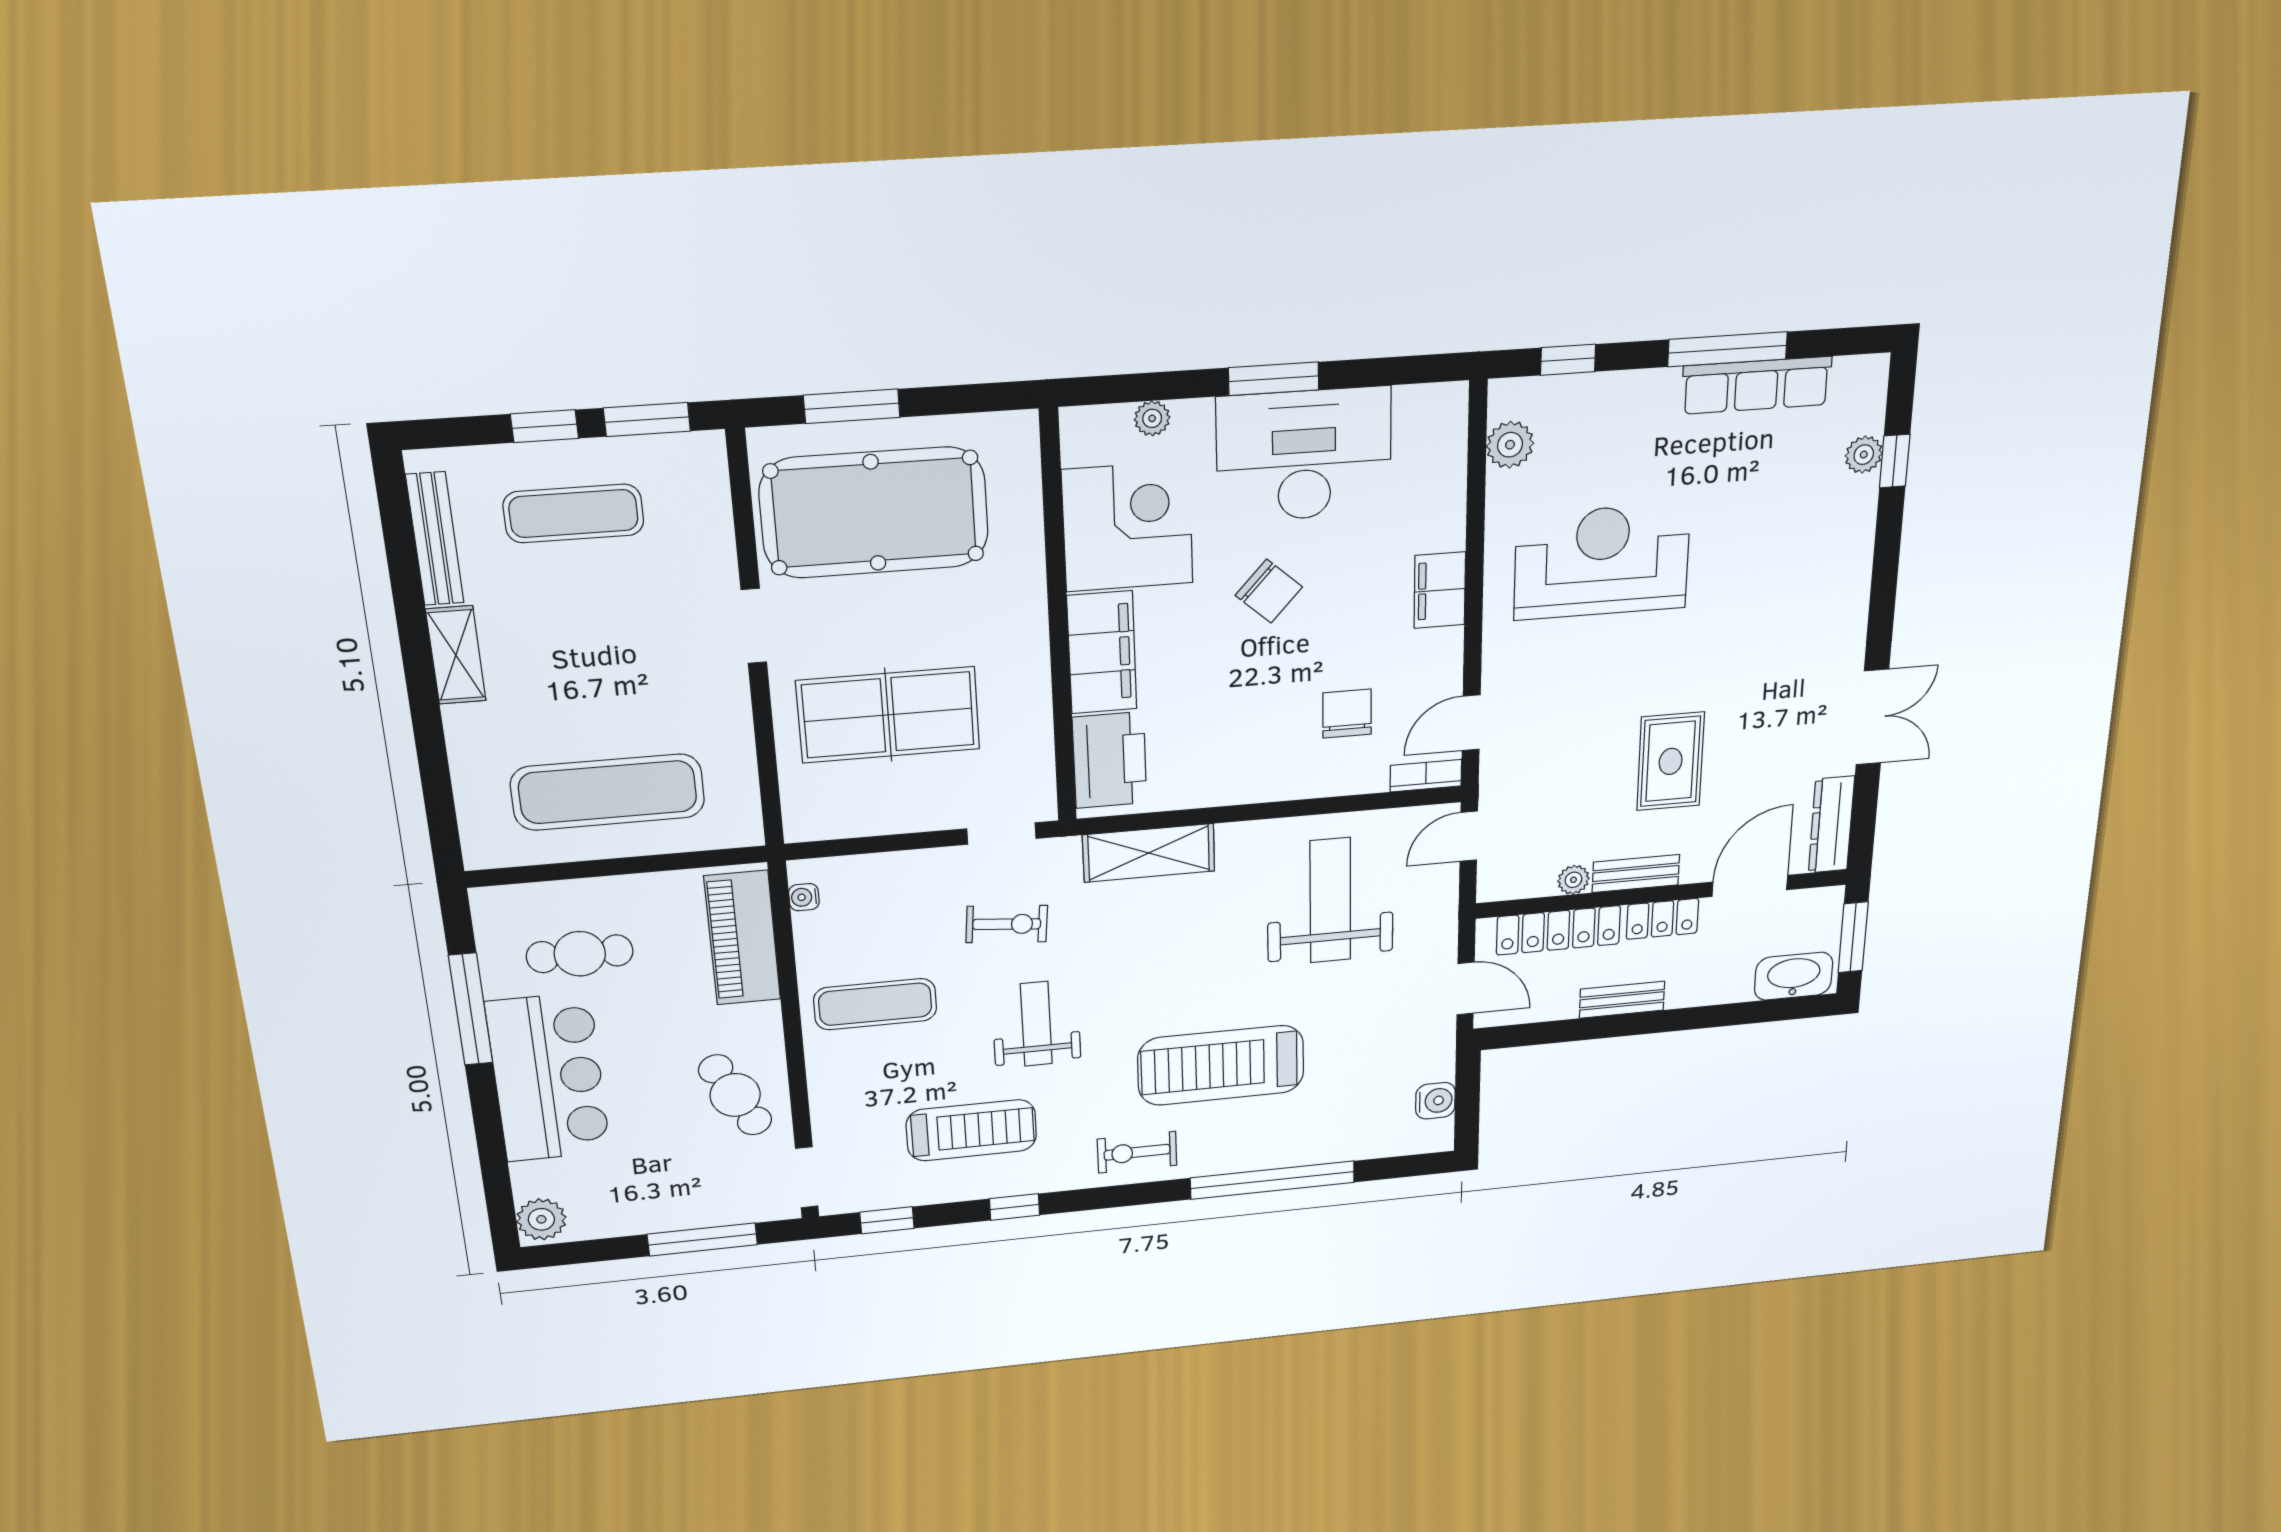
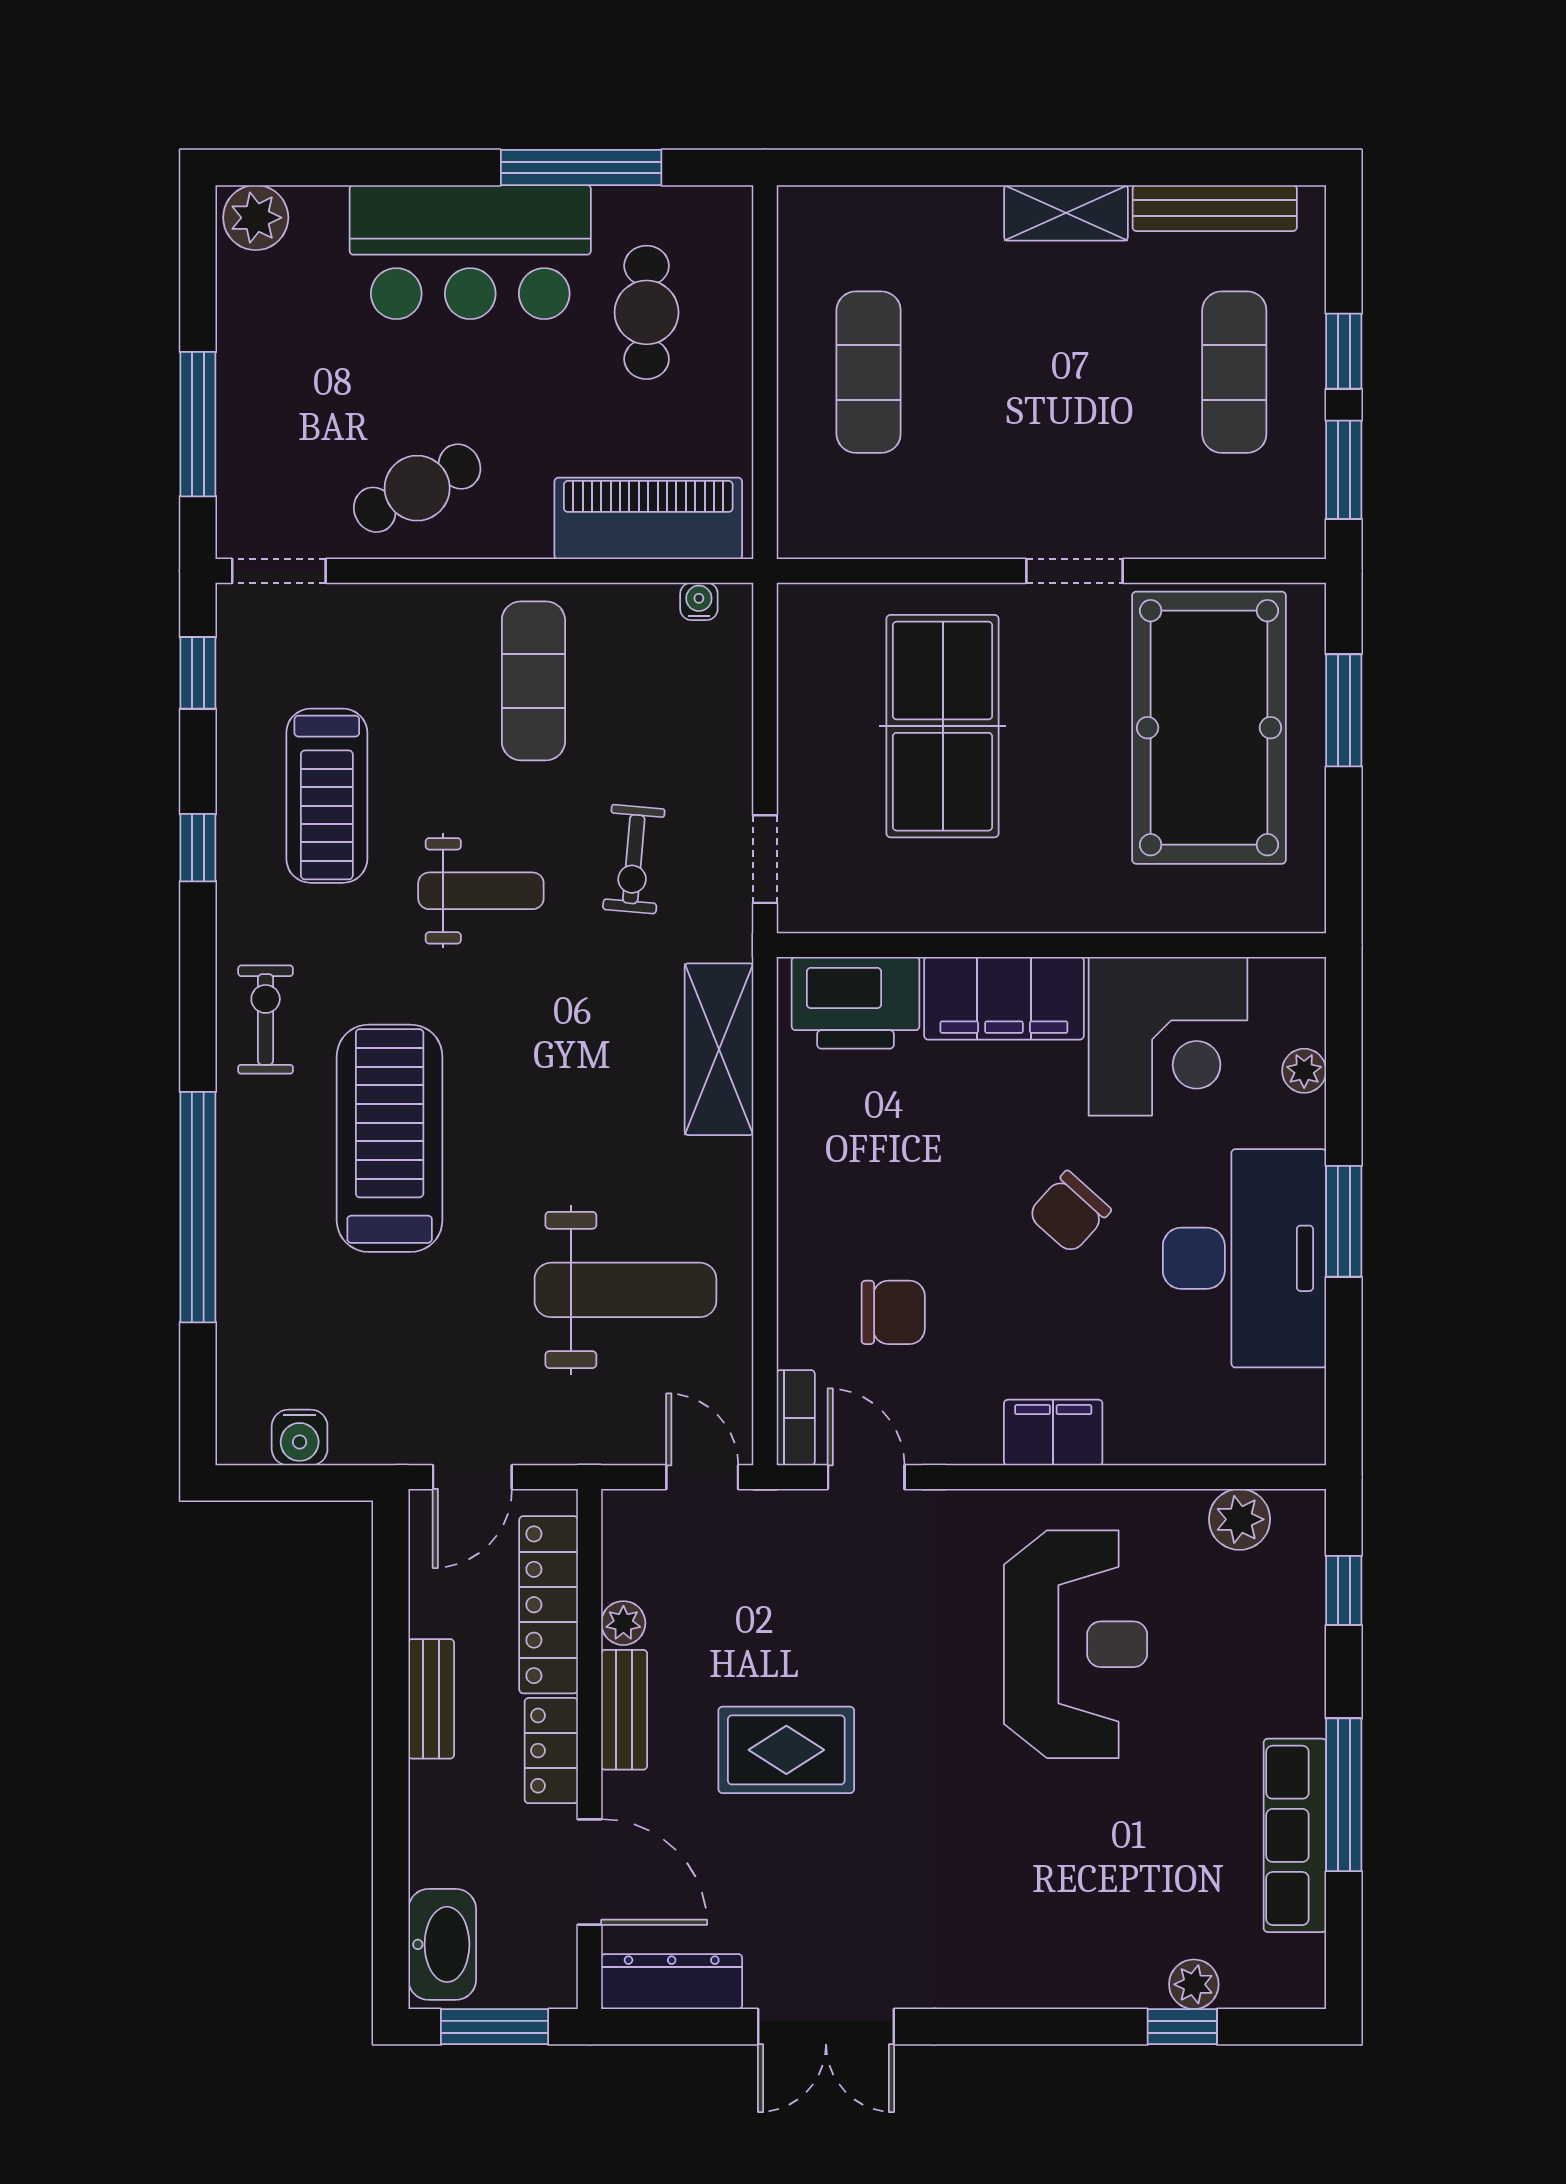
exercise mat: (608, 792) -> (869, 372), width x0.73, depth x0.69

